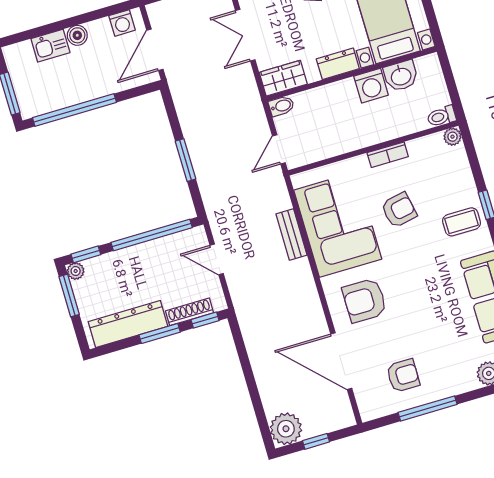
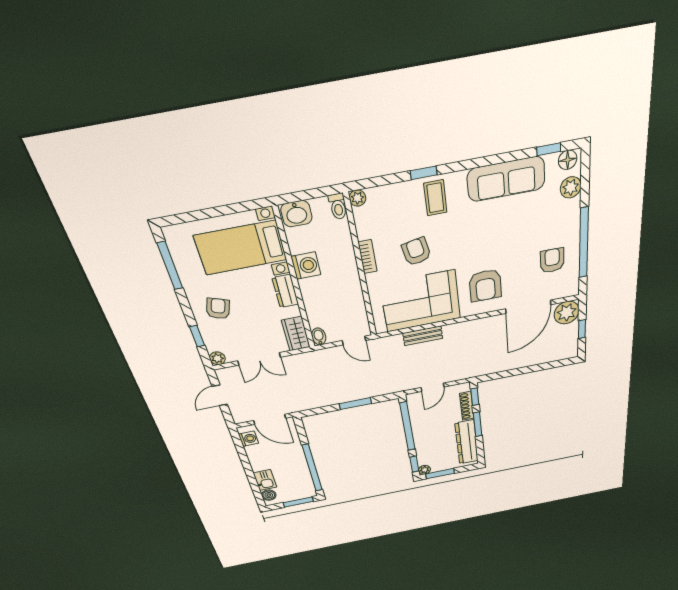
boiler: (77, 35) -> (269, 495), moved
washbasin: (401, 76) -> (296, 214), moved, turned 90
window: (428, 408) -> (584, 243), width x1.46
plant: (286, 429) -> (567, 313), moved

